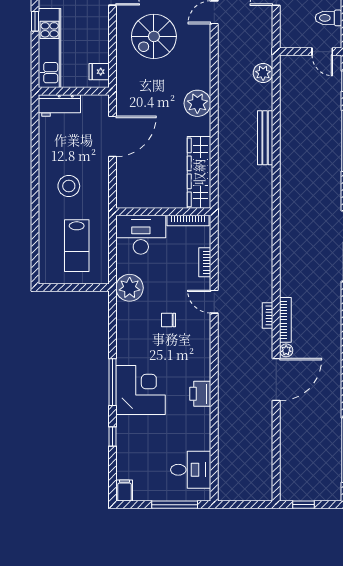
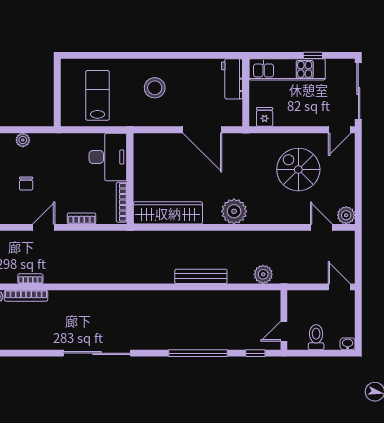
lab bench: (77, 246) -> (98, 95), turned 90
plant: (130, 288) -> (23, 140), moved, width x0.53, depth x0.53
chair: (168, 320) -> (26, 184), turned 180

